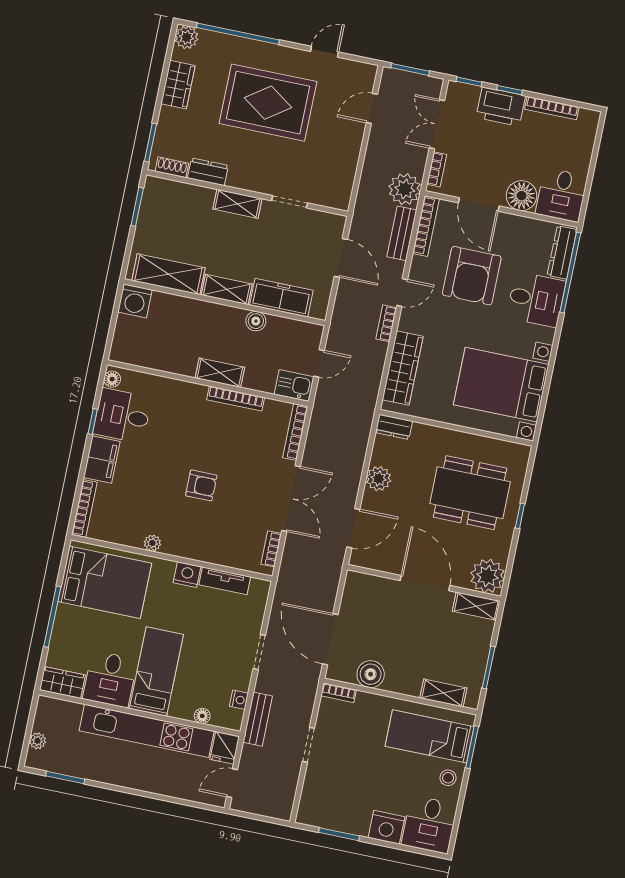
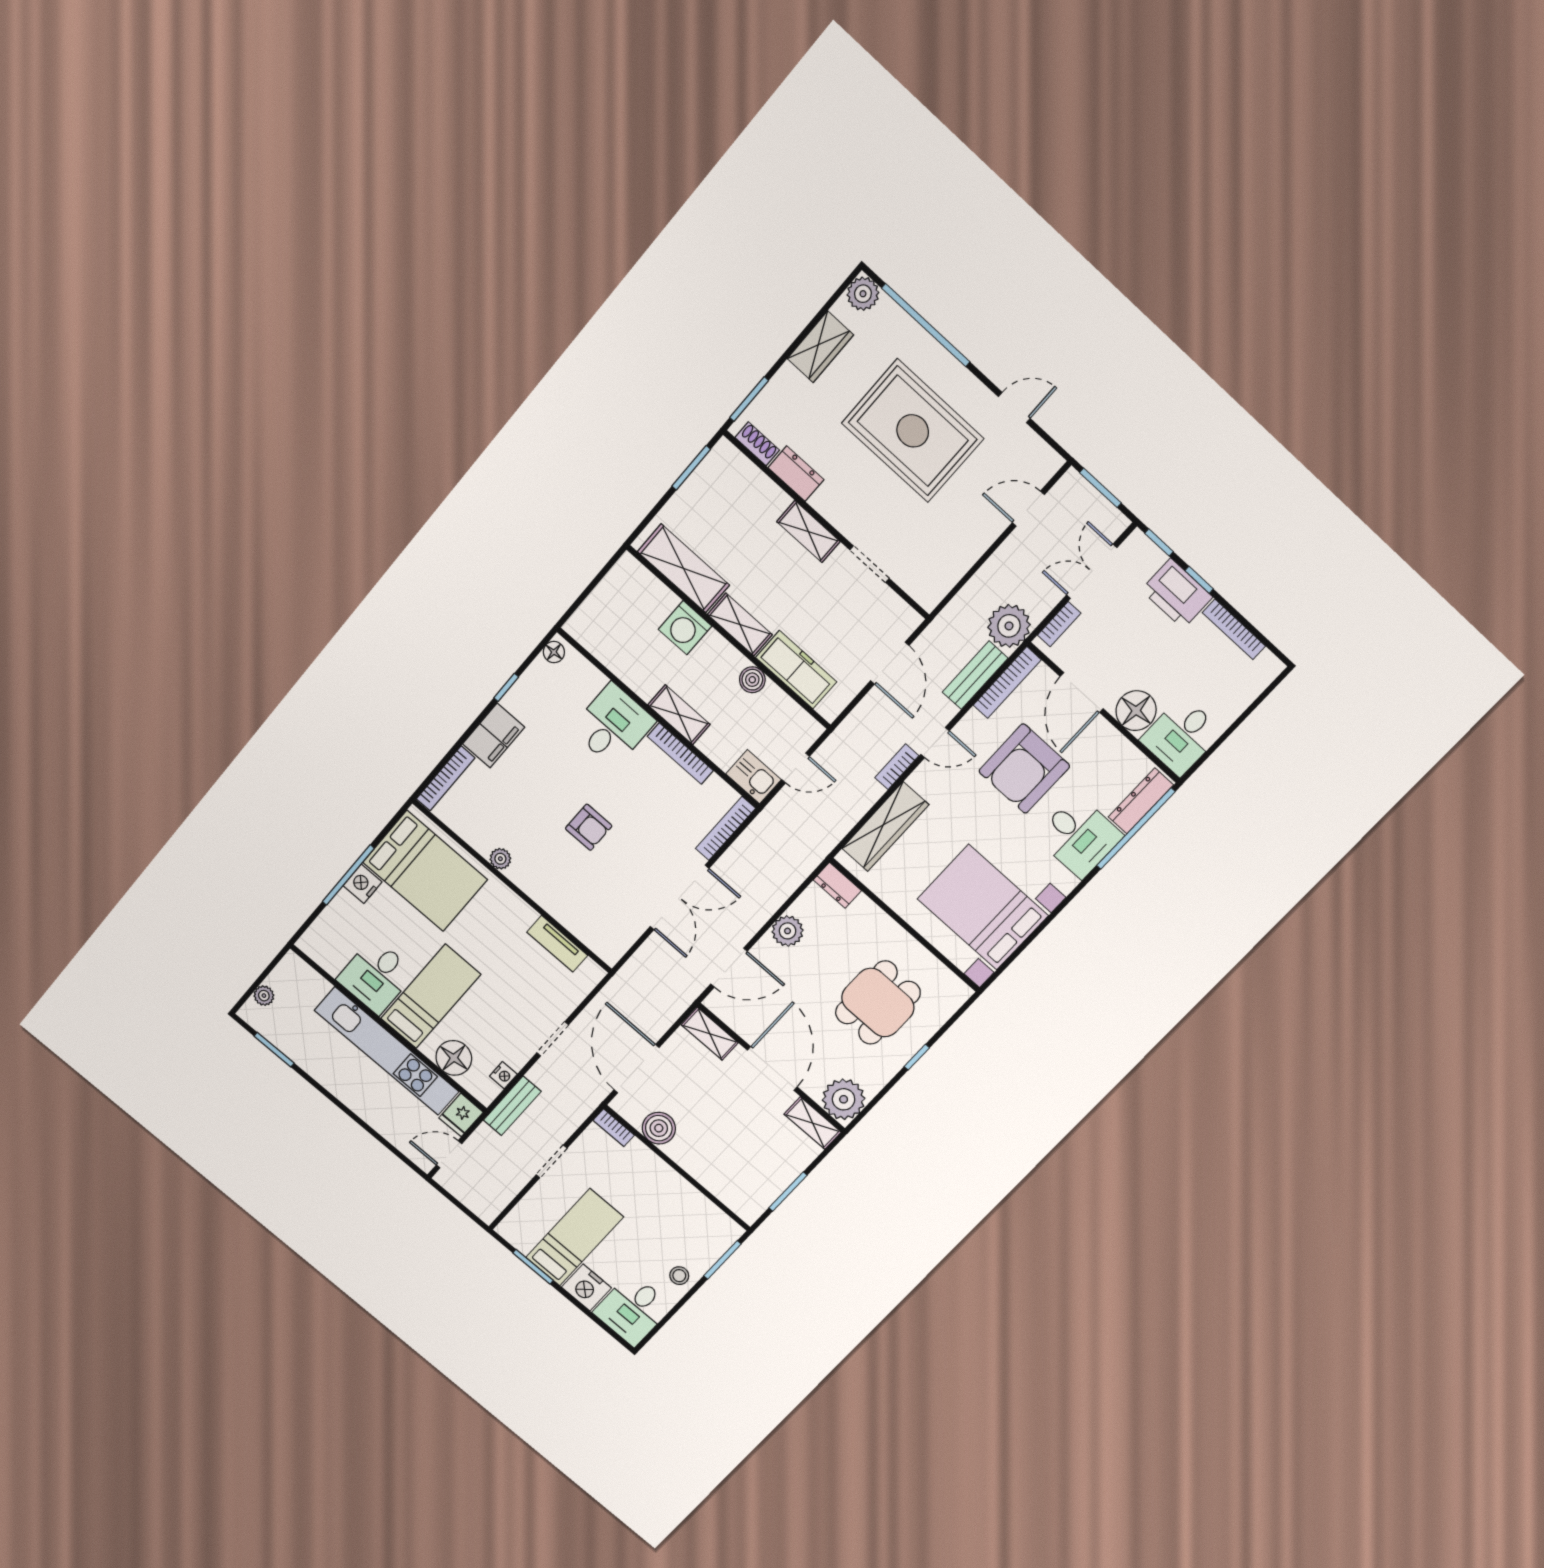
washing machine: (135, 301) -> (685, 628), moved
desk: (122, 416) -> (613, 725), moved, turned 90
dining table: (470, 493) -> (878, 1003), width x0.73
bookcase: (271, 549) -> (627, 939), removed
nightstand: (187, 575) -> (363, 884), moved, turned -90
wardrobe: (62, 682) -> (323, 950), removed
shelving: (443, 693) -> (710, 1034), moved
floor lamp: (202, 716) -> (454, 1058), width x1.89, depth x1.89
bed: (430, 736) -> (575, 1237), moved, turned 90

